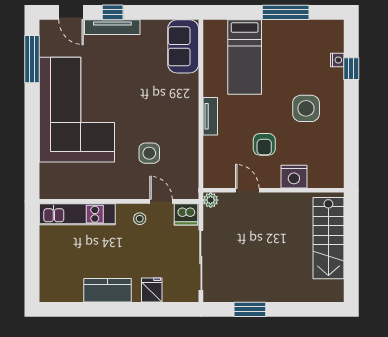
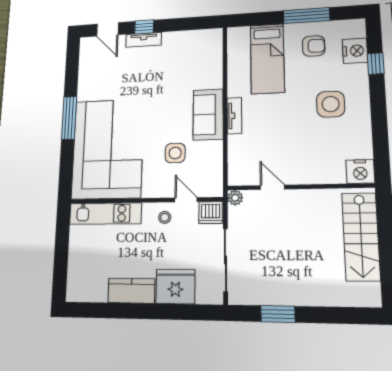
tv unit: (112, 27) -> (144, 40), width x0.71
sofa: (183, 46) -> (208, 115), moved
window: (32, 59) -> (69, 118), moved
nightstand: (337, 60) -> (355, 51), width x1.89, depth x1.79
corner sofa: (77, 110) -> (108, 149), moved
armchair: (264, 144) -> (314, 46), moved, turned -90
nightstand: (294, 177) -> (360, 172), moved
fridge: (152, 290) -> (175, 287), width x1.88, depth x1.34

